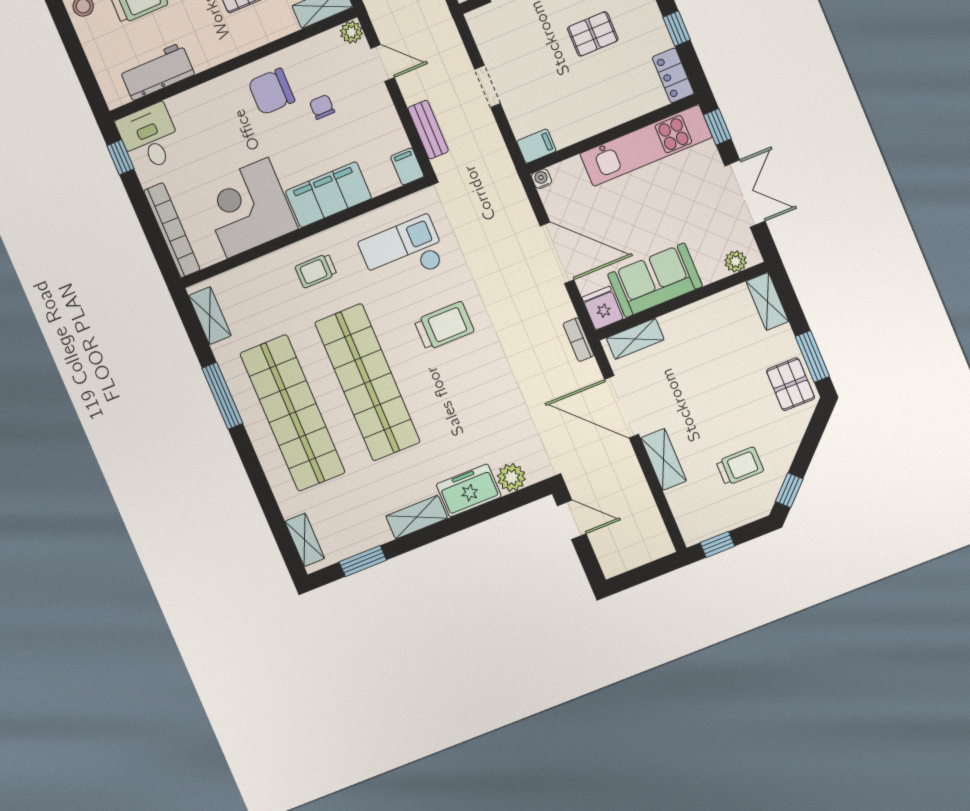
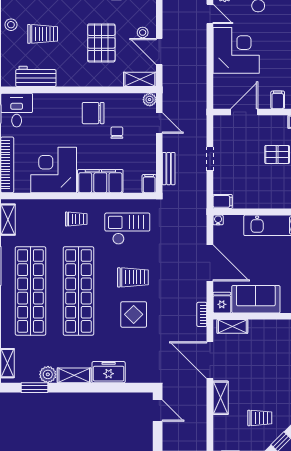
trolley: (316, 271) -> (76, 219), turned 180
display table: (470, 384) -> (134, 314), added
plant: (511, 477) -> (48, 374), moved

